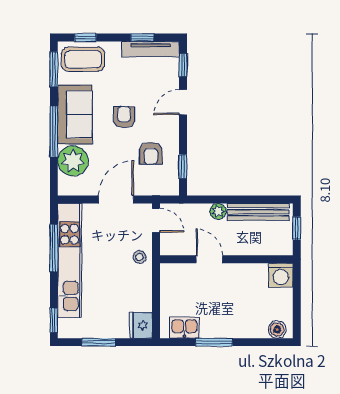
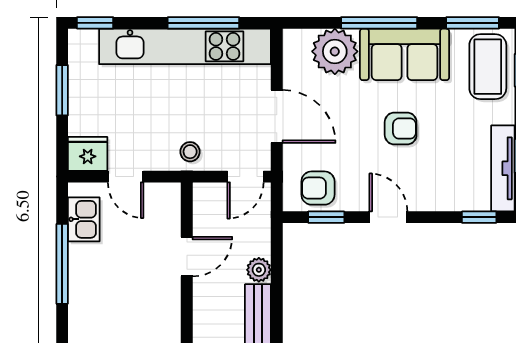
door: (183, 102) -> (388, 217), moved
armchair: (151, 153) -> (318, 188), moved
door: (156, 300) -> (126, 177), added
window: (214, 342) -> (62, 264), width x1.44

